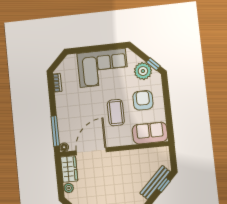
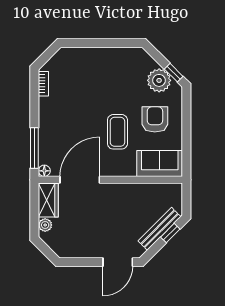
corner sofa: (103, 68) -> (106, 70), removed

